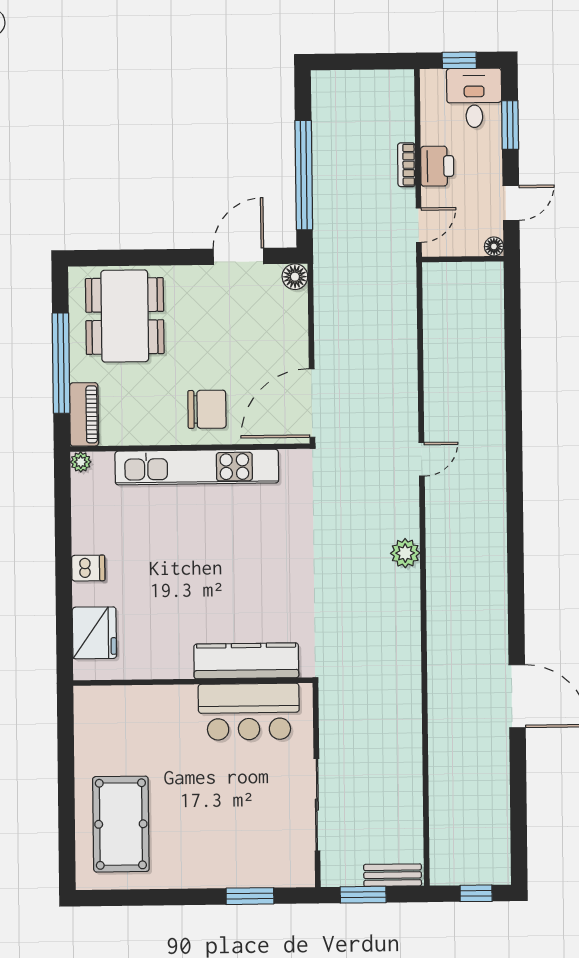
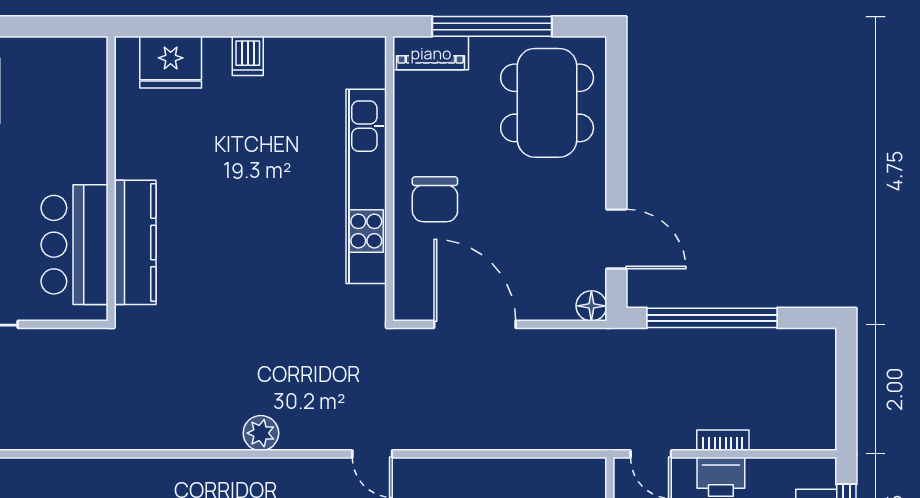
dining table: (125, 316) -> (547, 103), turned 90
door: (312, 403) -> (475, 324), moved
plant: (81, 462) -> (374, 48), removed

